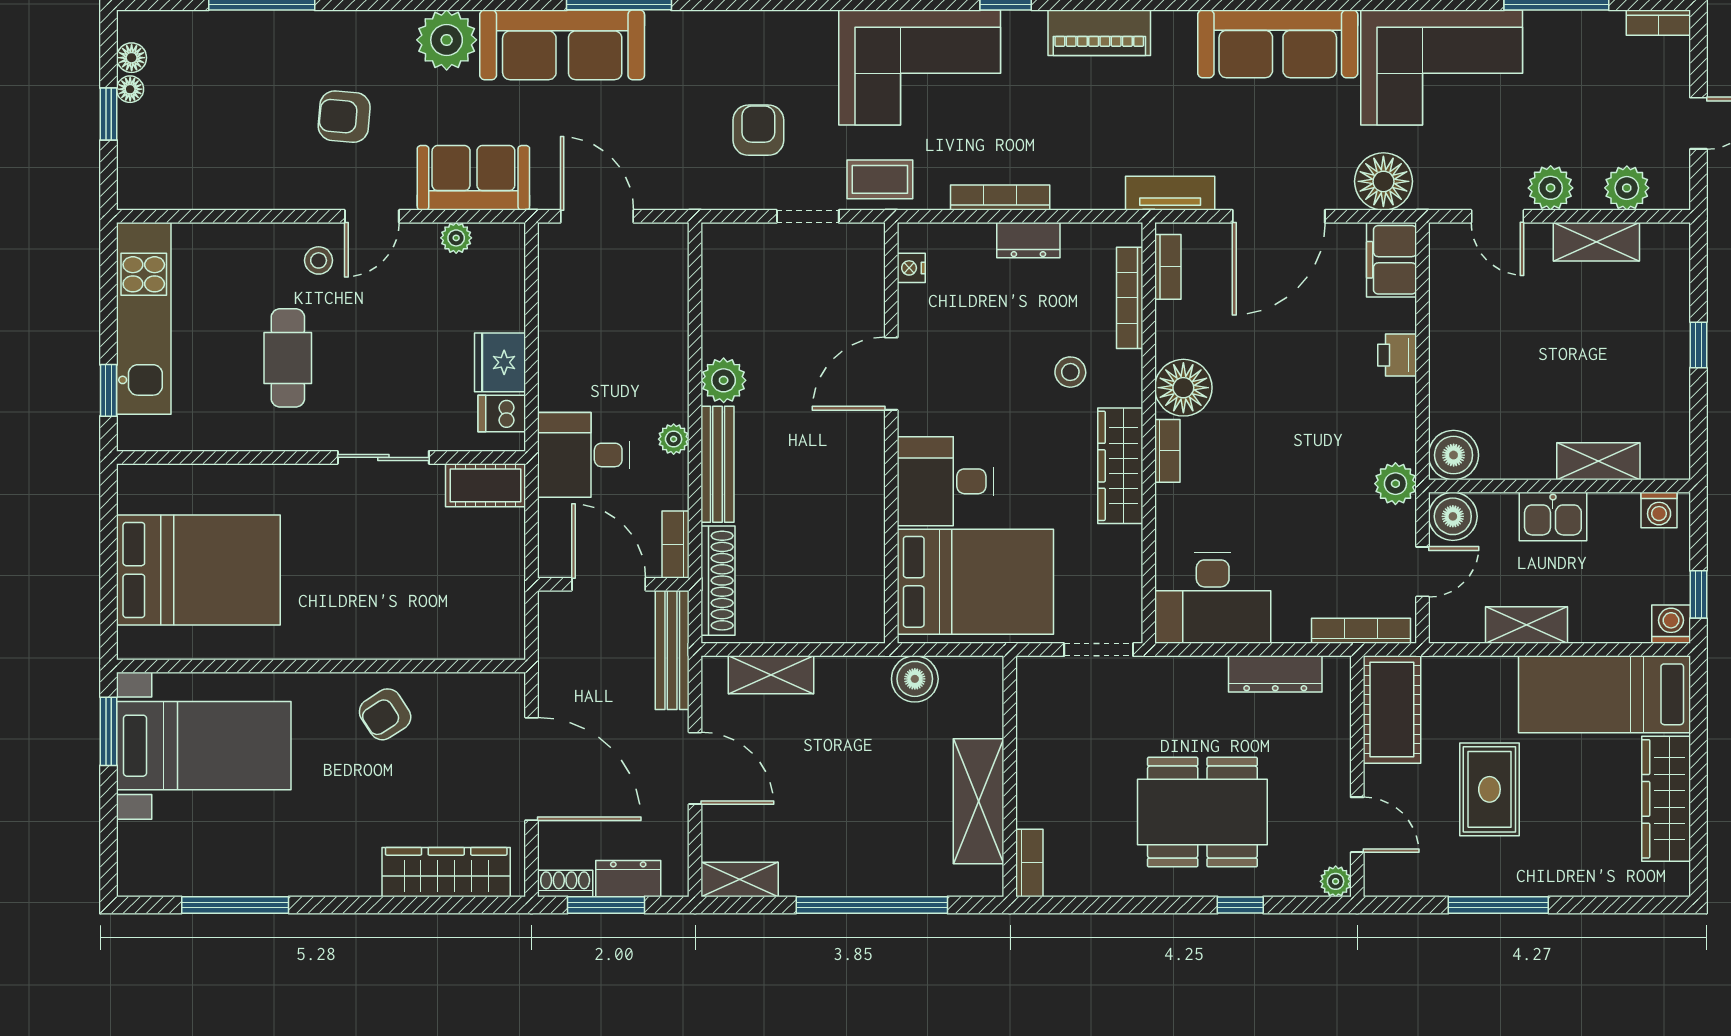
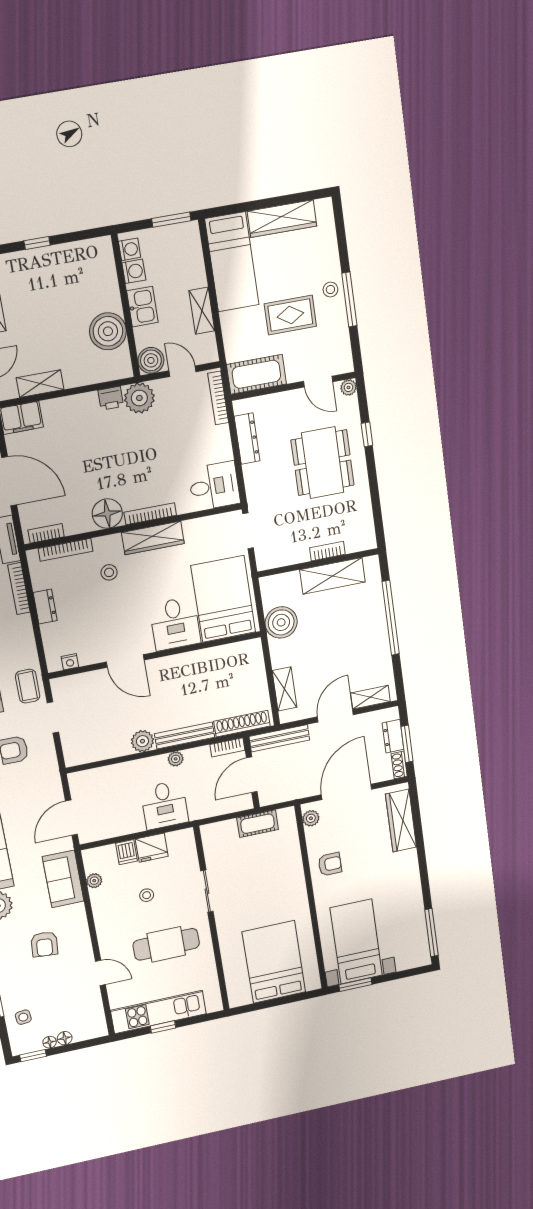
side table: (197, 47) -> (23, 1017), added
floor lamp: (132, 58) -> (65, 1038), moved
window: (108, 114) -> (33, 1056), moved
bookcase: (1000, 197) -> (19, 589), moved
door: (372, 216) -> (100, 973), moved
stool: (319, 260) -> (147, 895), moved
printer: (1397, 355) -> (111, 398), moved
cafe table: (288, 358) -> (166, 944), width x1.37, depth x1.35
window: (108, 390) -> (163, 1027), moved
dishwasher: (502, 414) -> (126, 852), moved
bookcase: (1167, 451) -> (150, 514), width x1.56
desk: (583, 455) -> (164, 805), moved
boiler: (1454, 455) -> (108, 331), moved, width x1.37, depth x1.37
shelving: (1598, 461) -> (40, 384), moved, turned 90
plant: (1395, 484) -> (139, 398), width x1.36, depth x1.36
cot: (486, 485) -> (258, 824), moved, turned 90
window: (1698, 594) -> (171, 220), width x1.50
desk: (1213, 598) -> (214, 486), width x0.73
washing machine: (1671, 624) -> (134, 271), moved, turned 180
boiler: (915, 679) -> (281, 622), width x1.37, depth x1.37
plant: (491, 689) -> (311, 818), added
armchair: (385, 714) -> (330, 864), turned -57
door: (1357, 825) -> (318, 382), swing flipped
bookcase: (1029, 863) -> (327, 551), moved
stool: (1523, 872) -> (330, 290), added
shelving: (740, 880) -> (370, 697), moved, turned 90
window: (235, 905) -> (431, 933), moved

